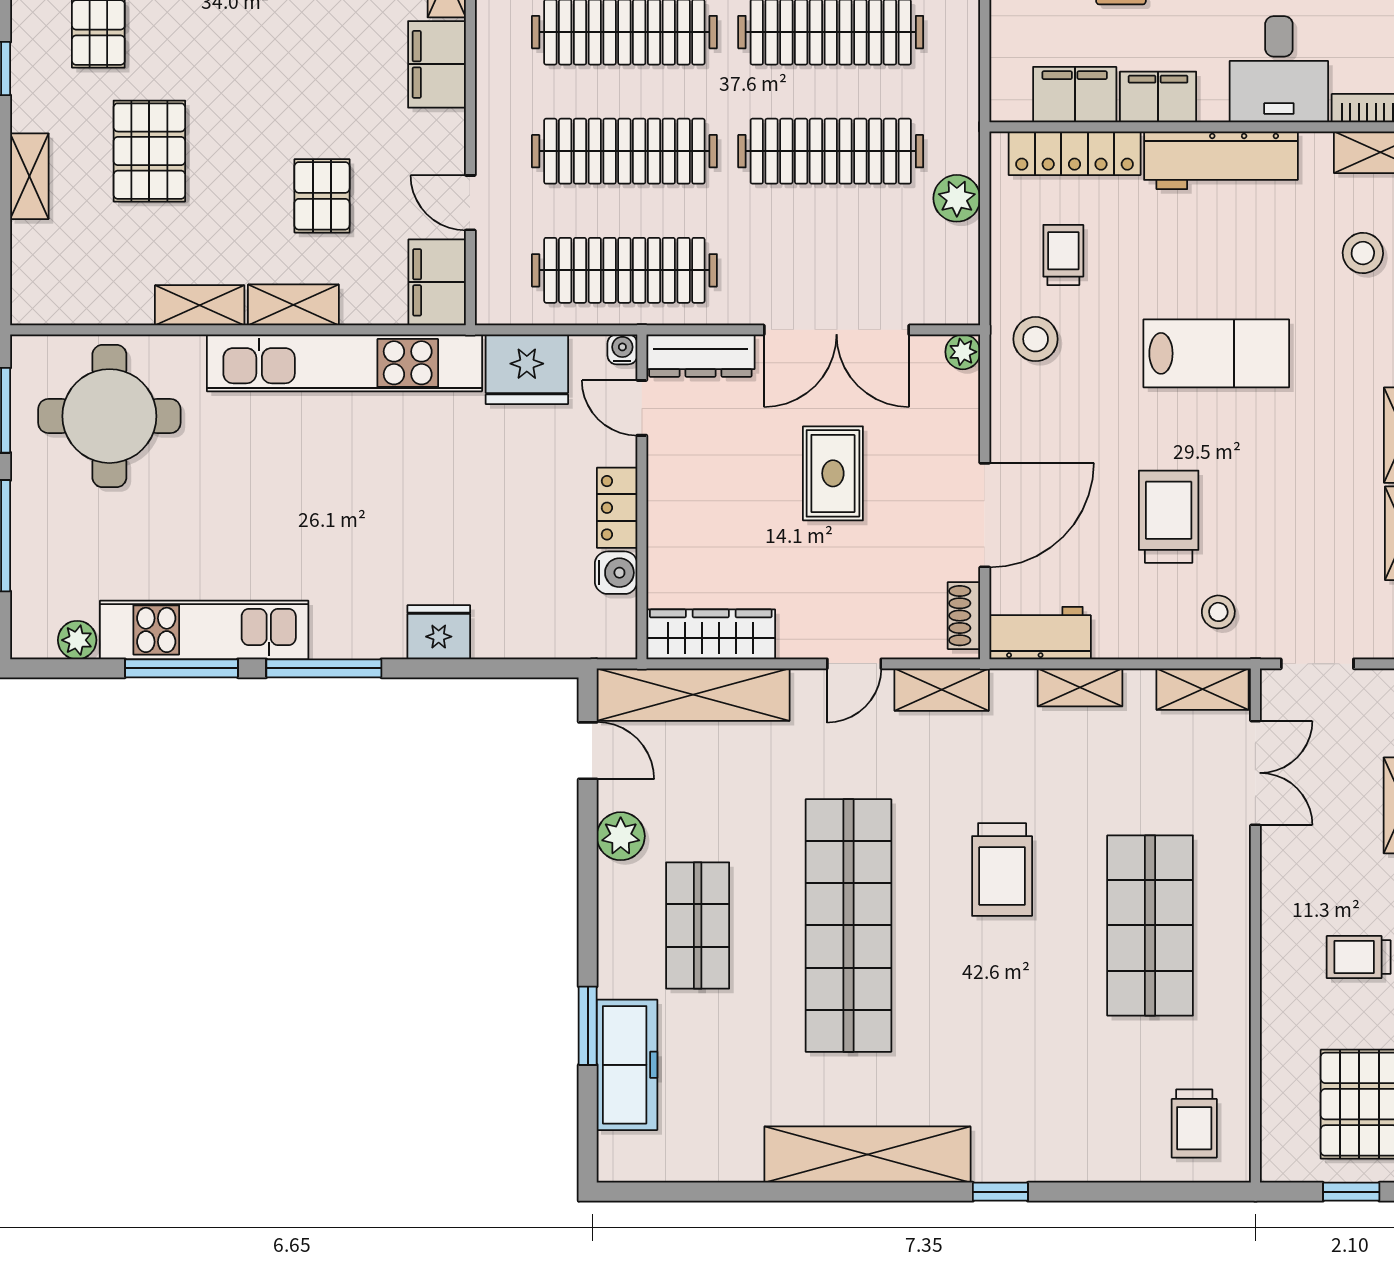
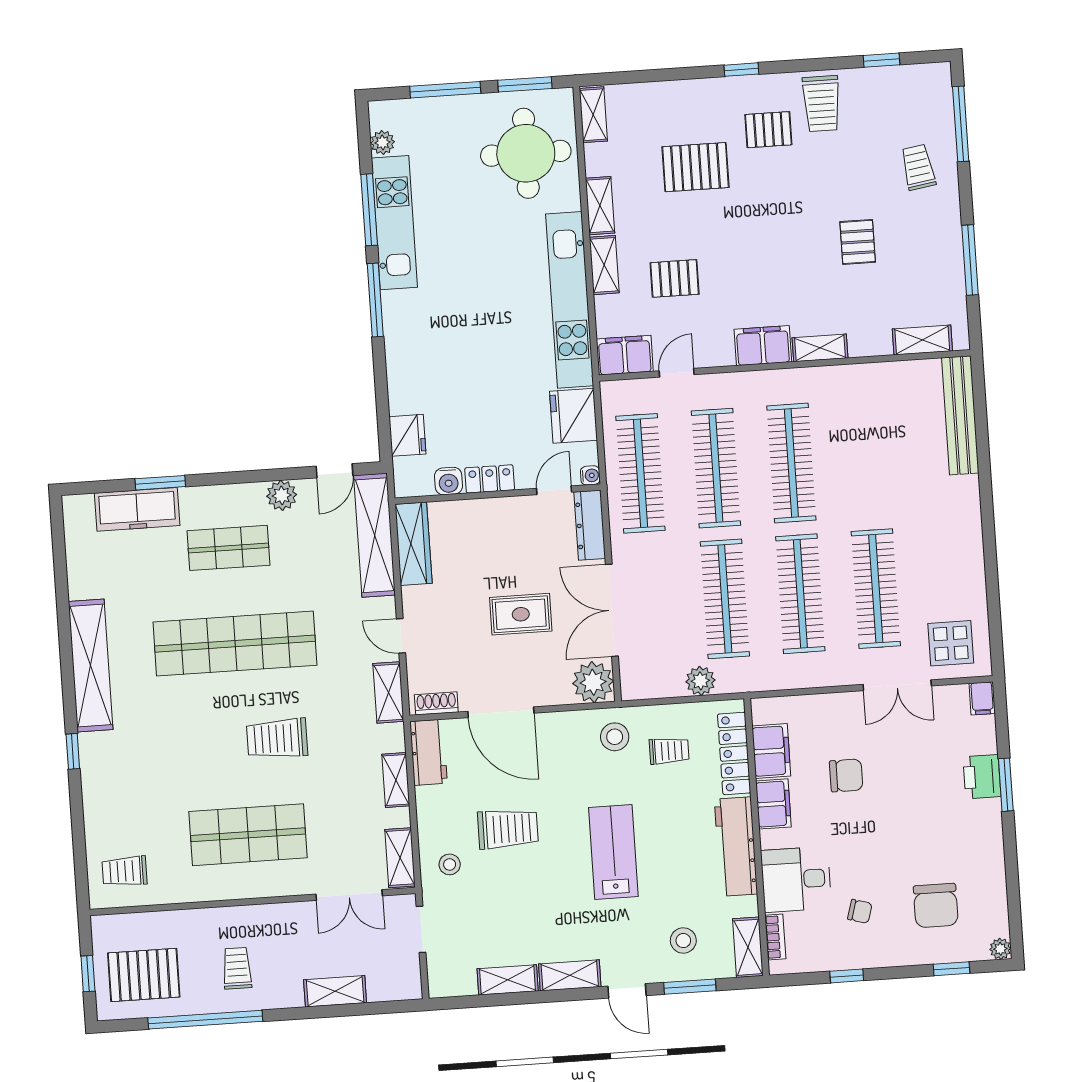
shelving: (29, 176) -> (593, 115), moved, turned 90
plant: (963, 352) -> (593, 682), width x1.87, depth x1.87
lab bench: (1216, 353) -> (613, 852), turned 180
fridge: (439, 632) -> (407, 435), moved

